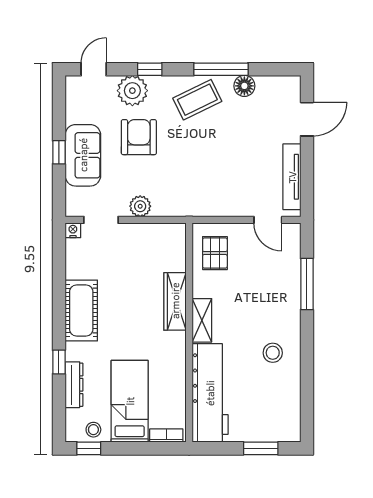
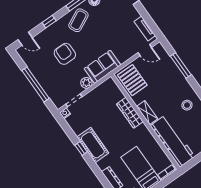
door: (94, 69) -> (25, 39), swing flipped
plant: (132, 91) -> (48, 36), removed
window: (59, 152) -> (36, 84), width x3.17
sofa: (83, 155) -> (102, 67), moved, turned -90
tv unit: (292, 177) -> (145, 28), width x0.71
pallet: (215, 253) -> (132, 80), width x1.50, depth x1.42
window: (59, 362) -> (81, 149), moved

